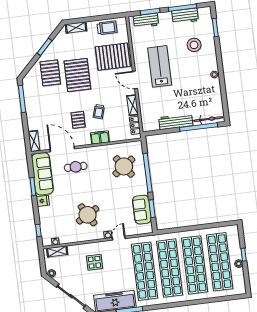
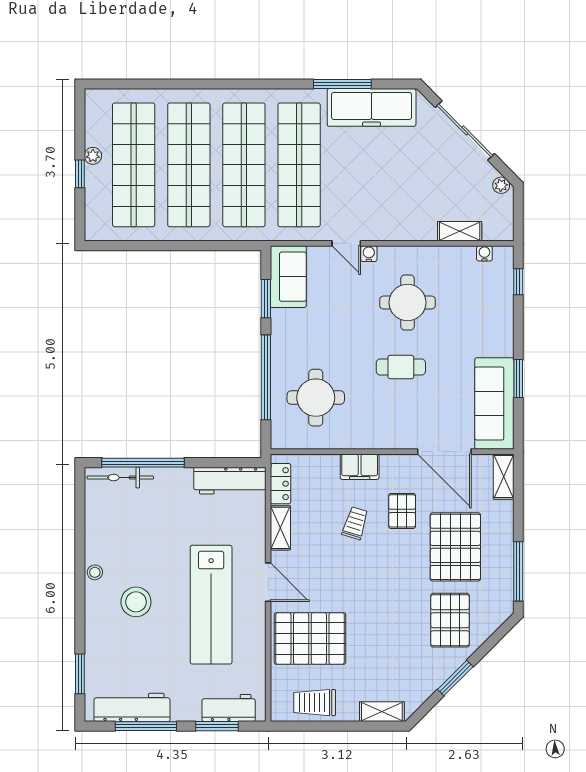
workbench: (185, 16) -> (132, 707), width x1.38
stool: (194, 45) -> (136, 602), moved
lab bench: (160, 66) -> (211, 605), width x1.36
pallet: (77, 75) -> (455, 547), moved
workbench: (176, 122) -> (230, 481), moved
round table: (124, 166) -> (316, 398), turned 36
cafe table: (76, 167) -> (401, 367), moved
fridge: (43, 201) -> (501, 345), removed
sofa: (142, 210) -> (288, 277), moved
round table: (88, 215) -> (407, 303), turned 30
door: (119, 238) -> (346, 243), hinge flipped
shelving: (57, 251) -> (460, 231), moved
display table: (94, 262) -> (405, 198), removed

